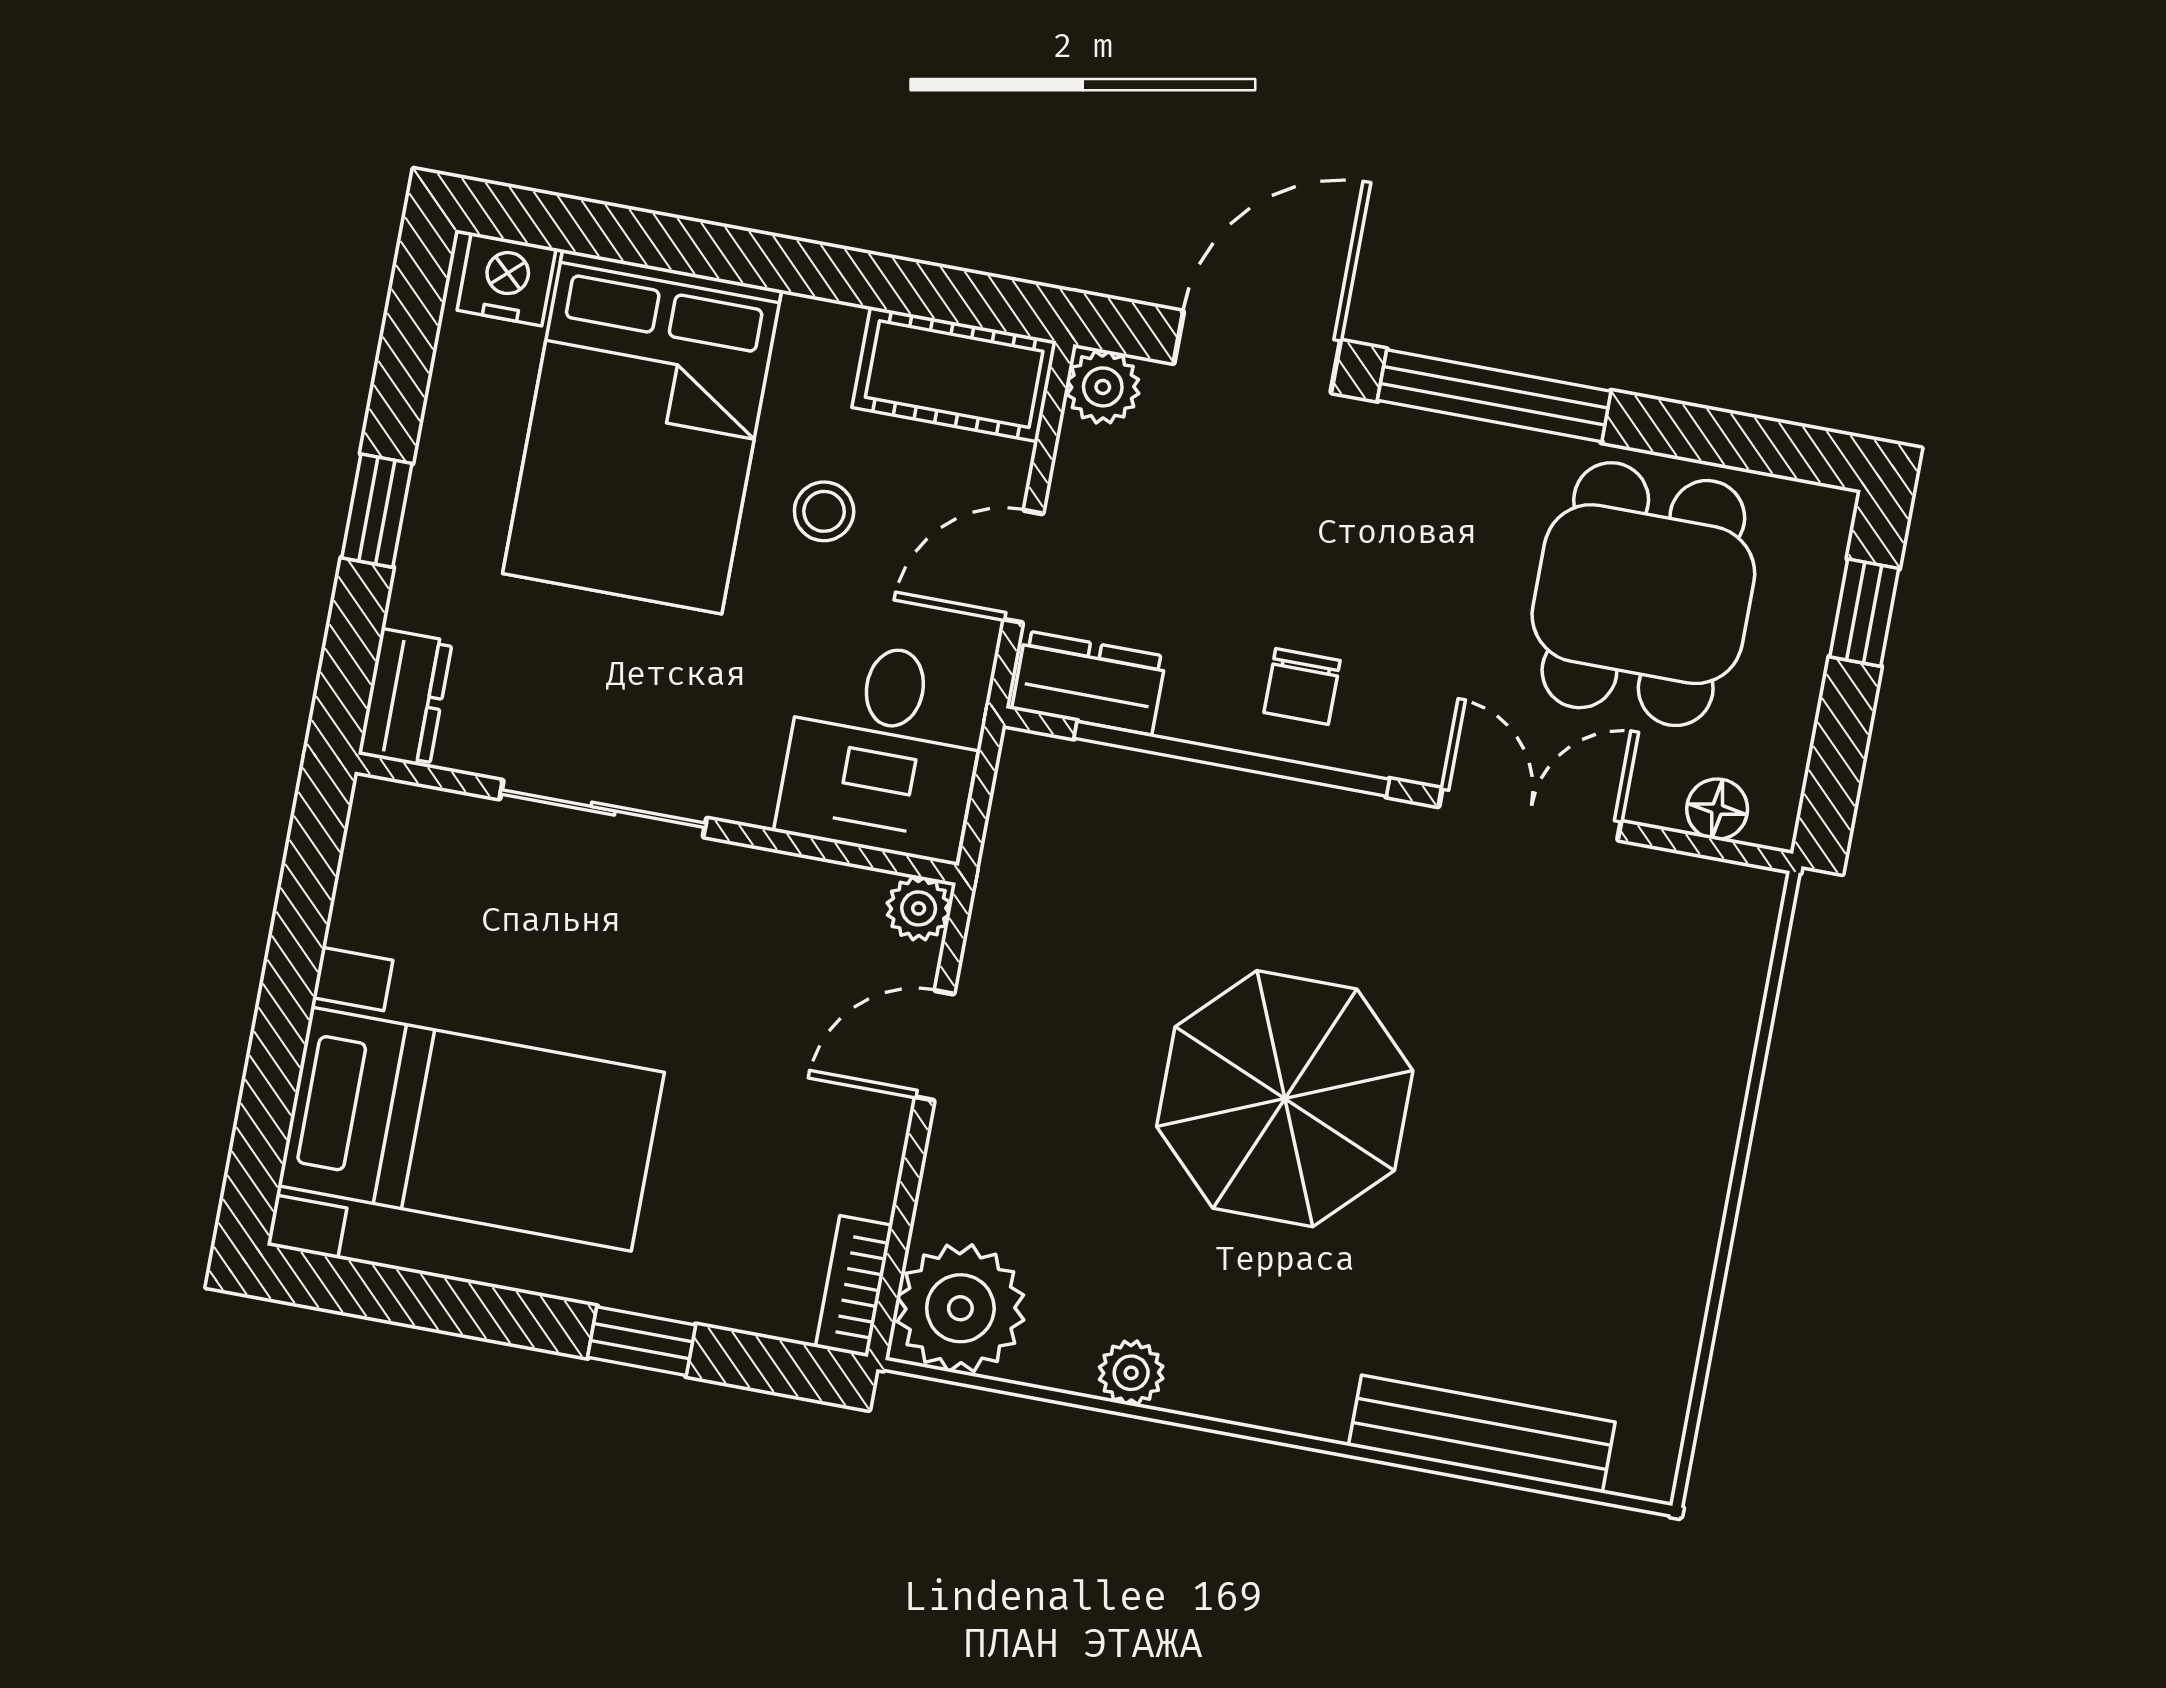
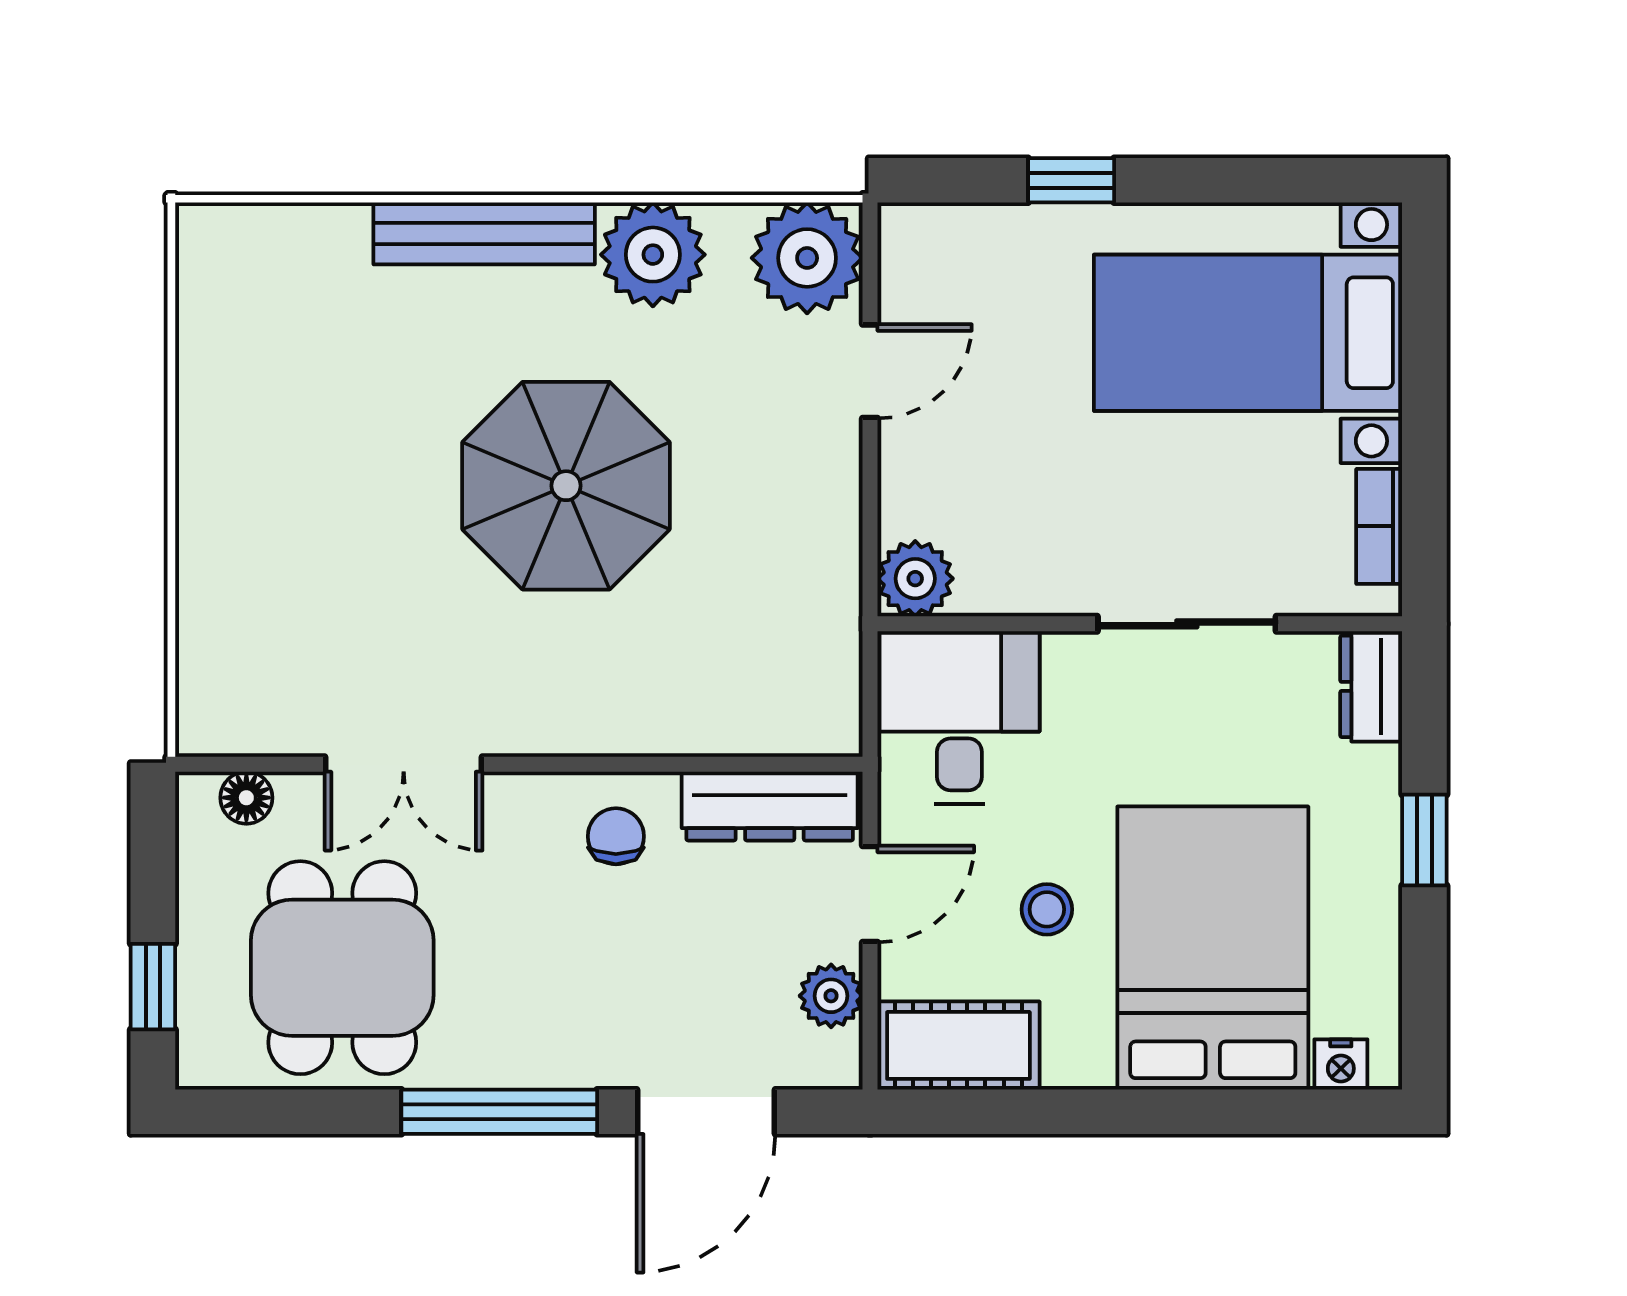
nightstand: (507, 279) -> (1341, 1064), width x0.72, depth x0.74
plant: (1103, 387) -> (831, 996), moved
dresser: (1089, 683) -> (770, 806), width x1.44
window: (1232, 759) -> (664, 764), removed
plant: (919, 908) -> (915, 579), width x1.38, depth x1.38
door: (935, 1046) -> (870, 371), moved
bookcase: (854, 1286) -> (1379, 526), moved, turned 180
plant: (1131, 1373) -> (653, 255), width x1.88, depth x1.88
bench: (1482, 1434) -> (484, 233), moved

